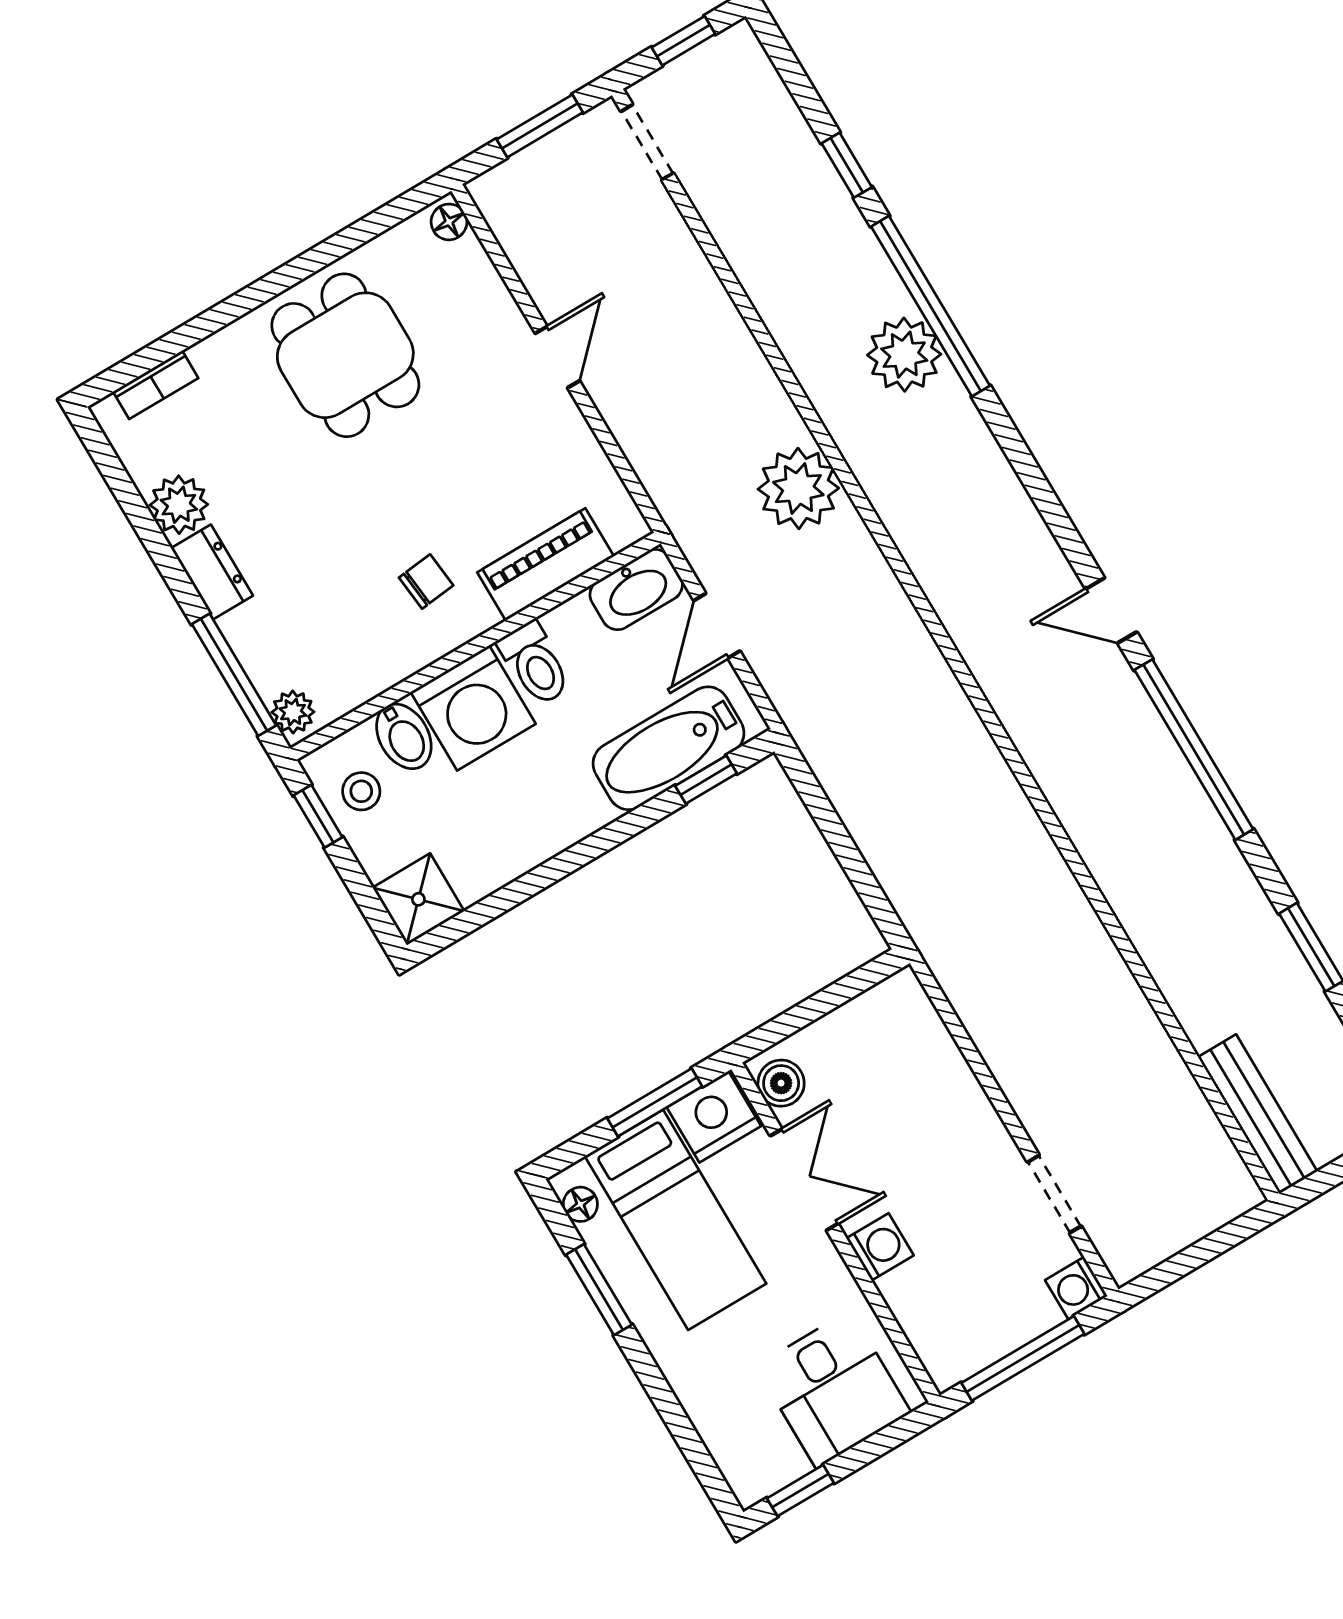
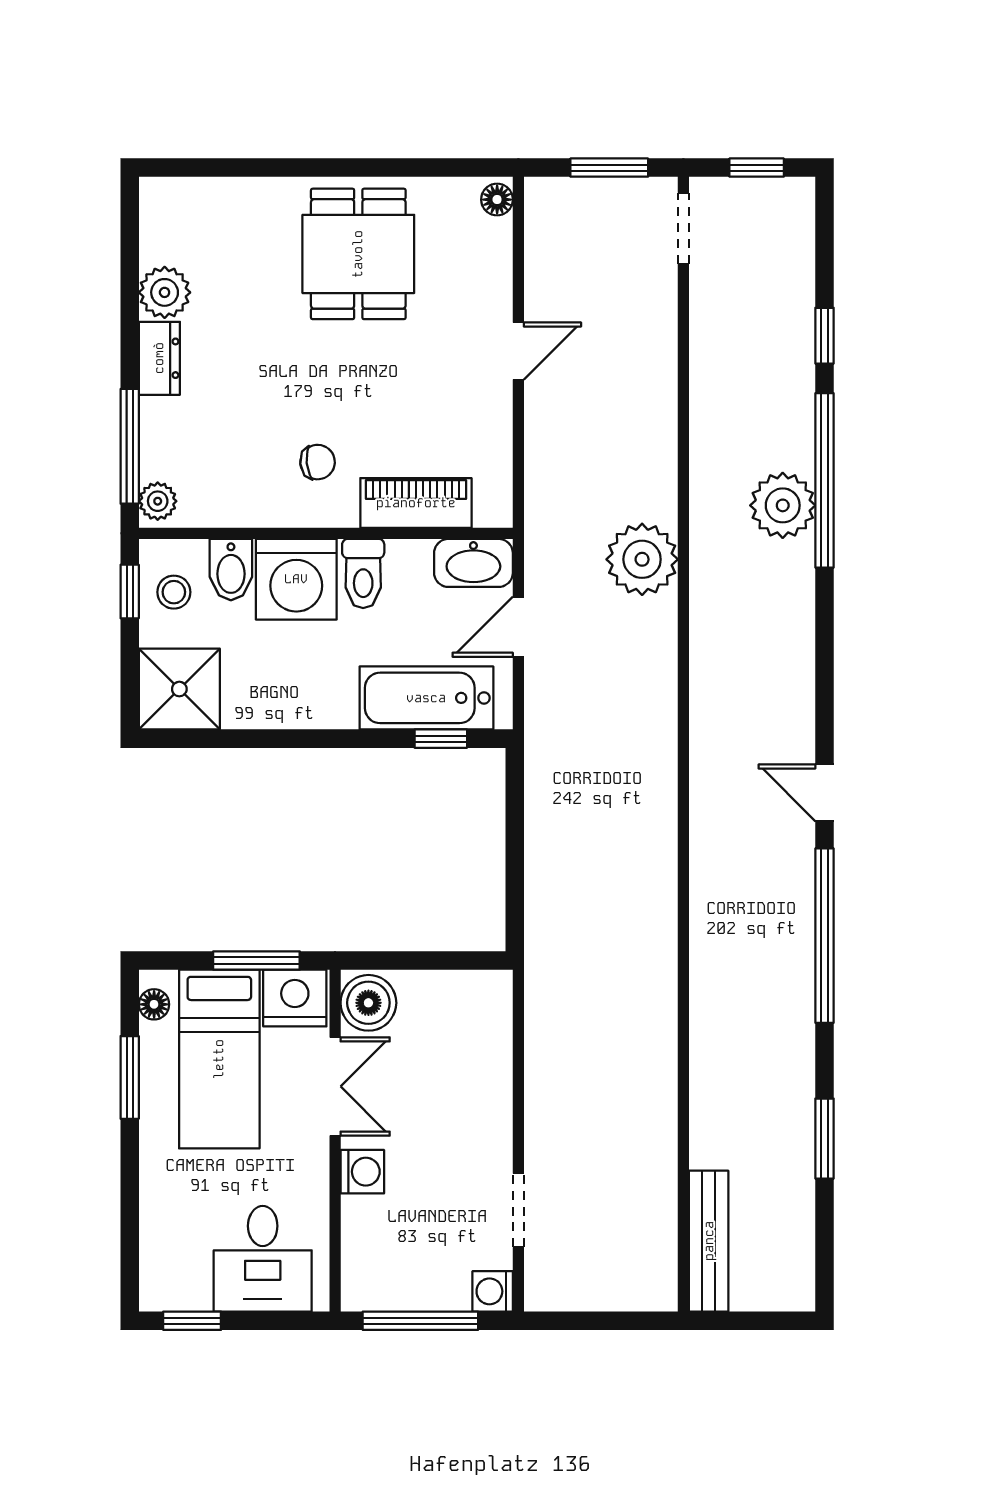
bookcase: (156, 385) -> (201, 191), removed
shower: (418, 899) -> (179, 689), width x1.36, depth x1.36
boiler: (781, 1083) -> (368, 1003), width x1.36, depth x1.36

